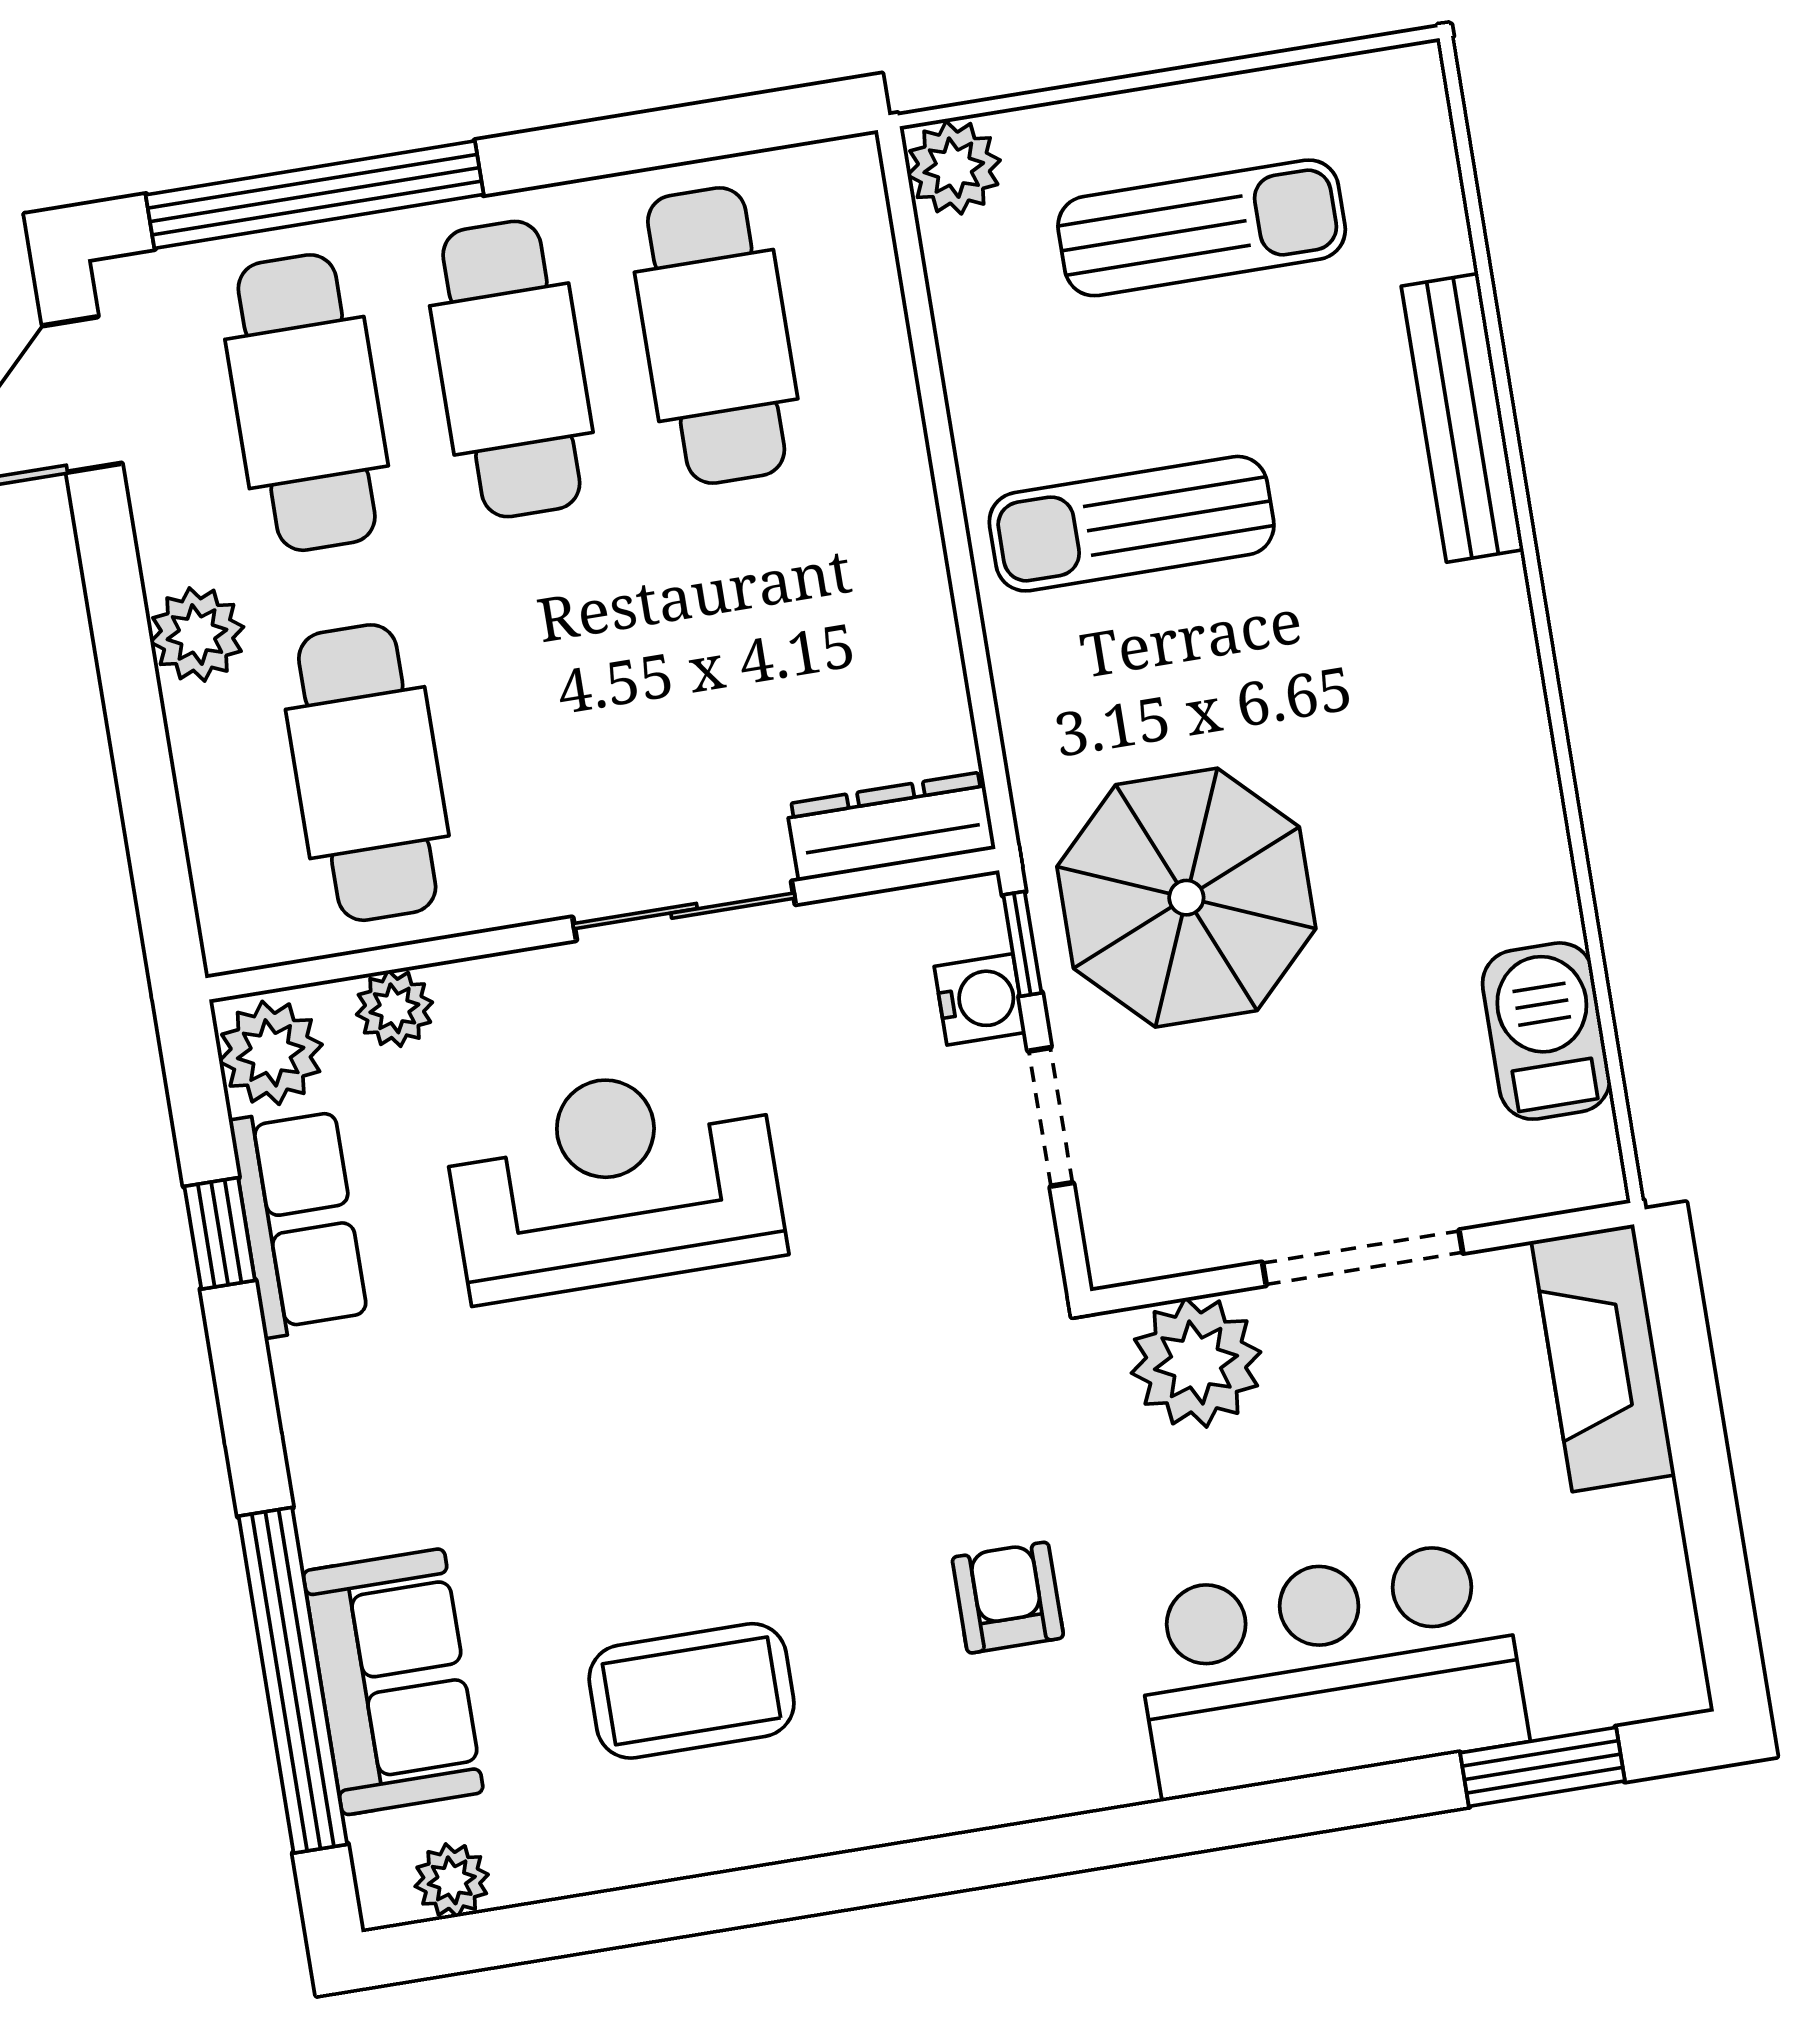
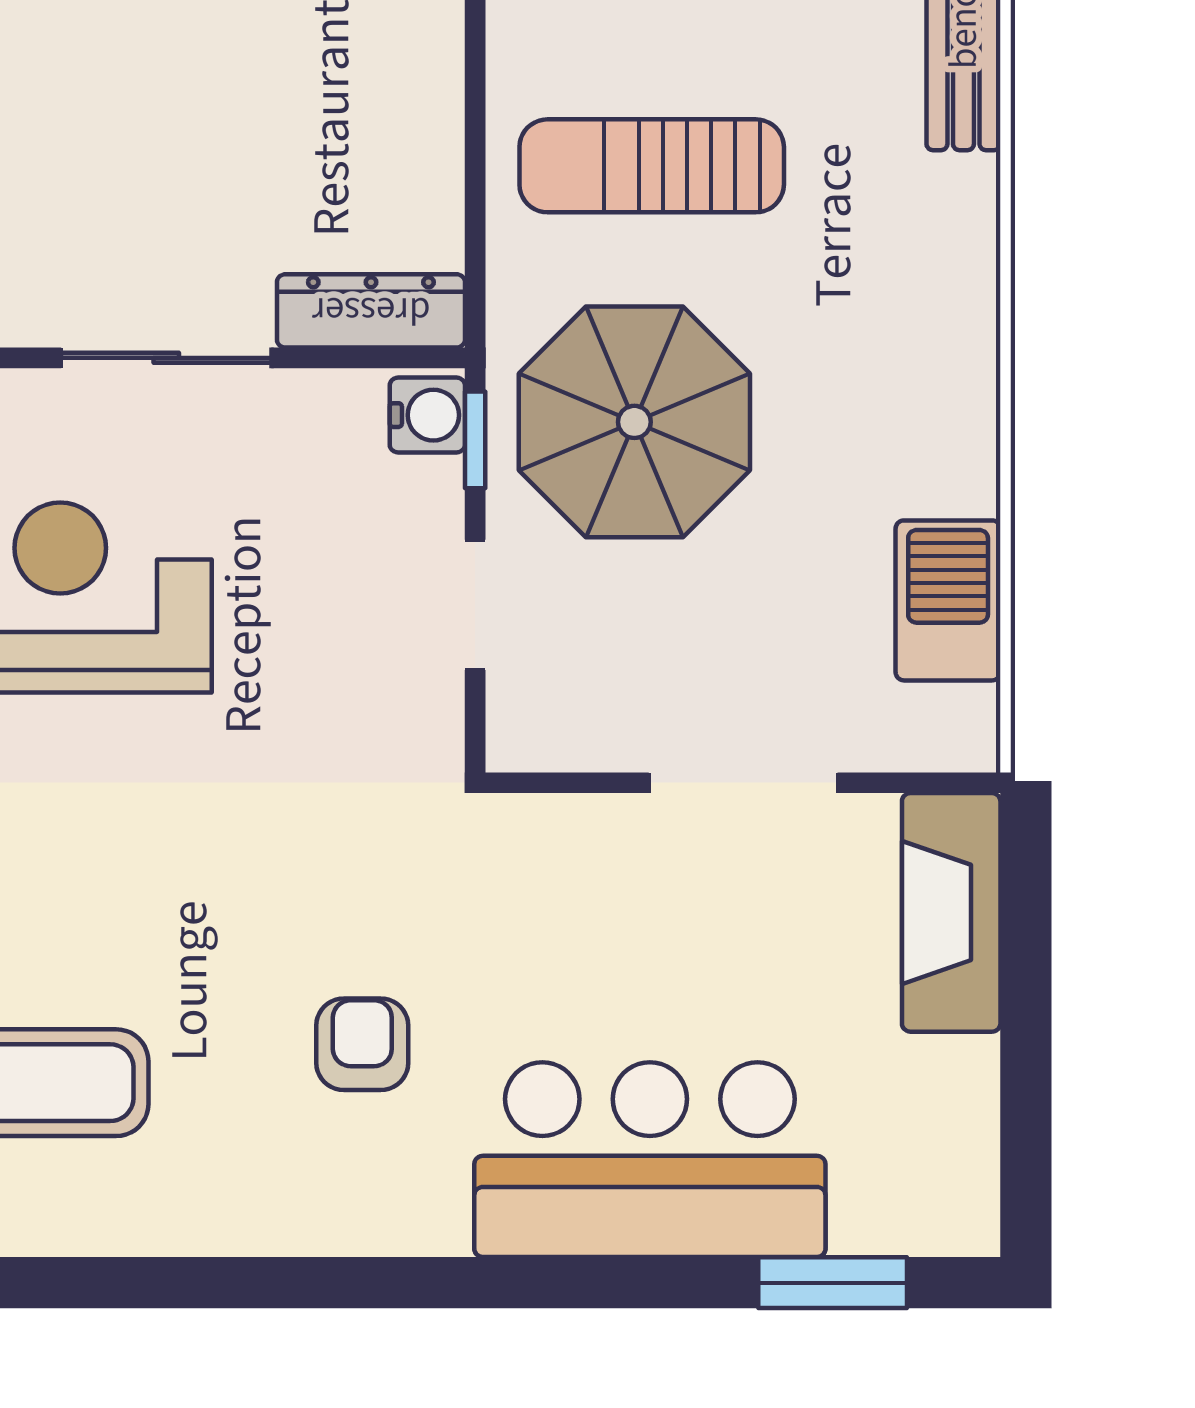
sun lounger: (1132, 524) -> (652, 166), moved
water cooler: (980, 999) -> (427, 415), moved
plant: (1196, 1362) -> (573, 855), removed

